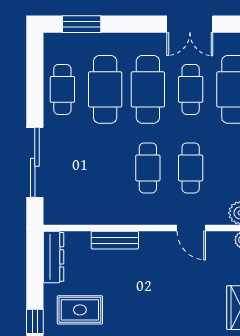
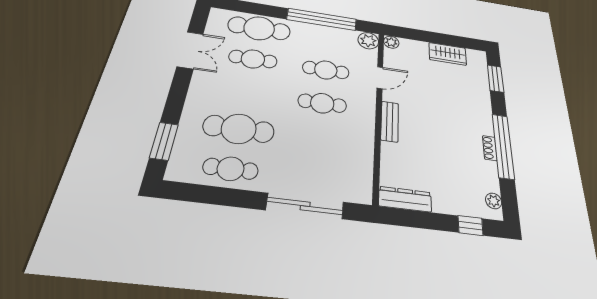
cafe table: (148, 89) -> (246, 92), removed
bench: (115, 240) -> (390, 121), moved
rug: (80, 310) -> (456, 181), removed

